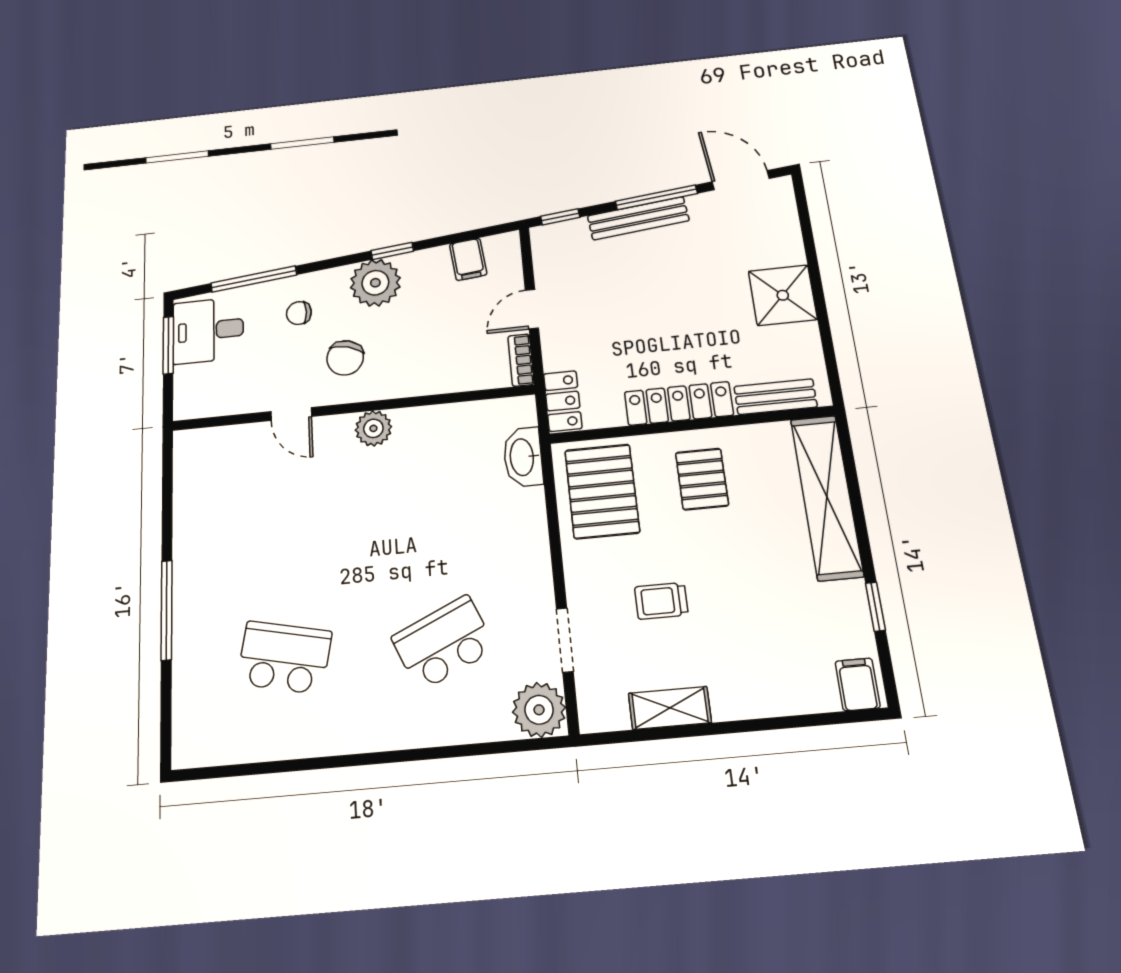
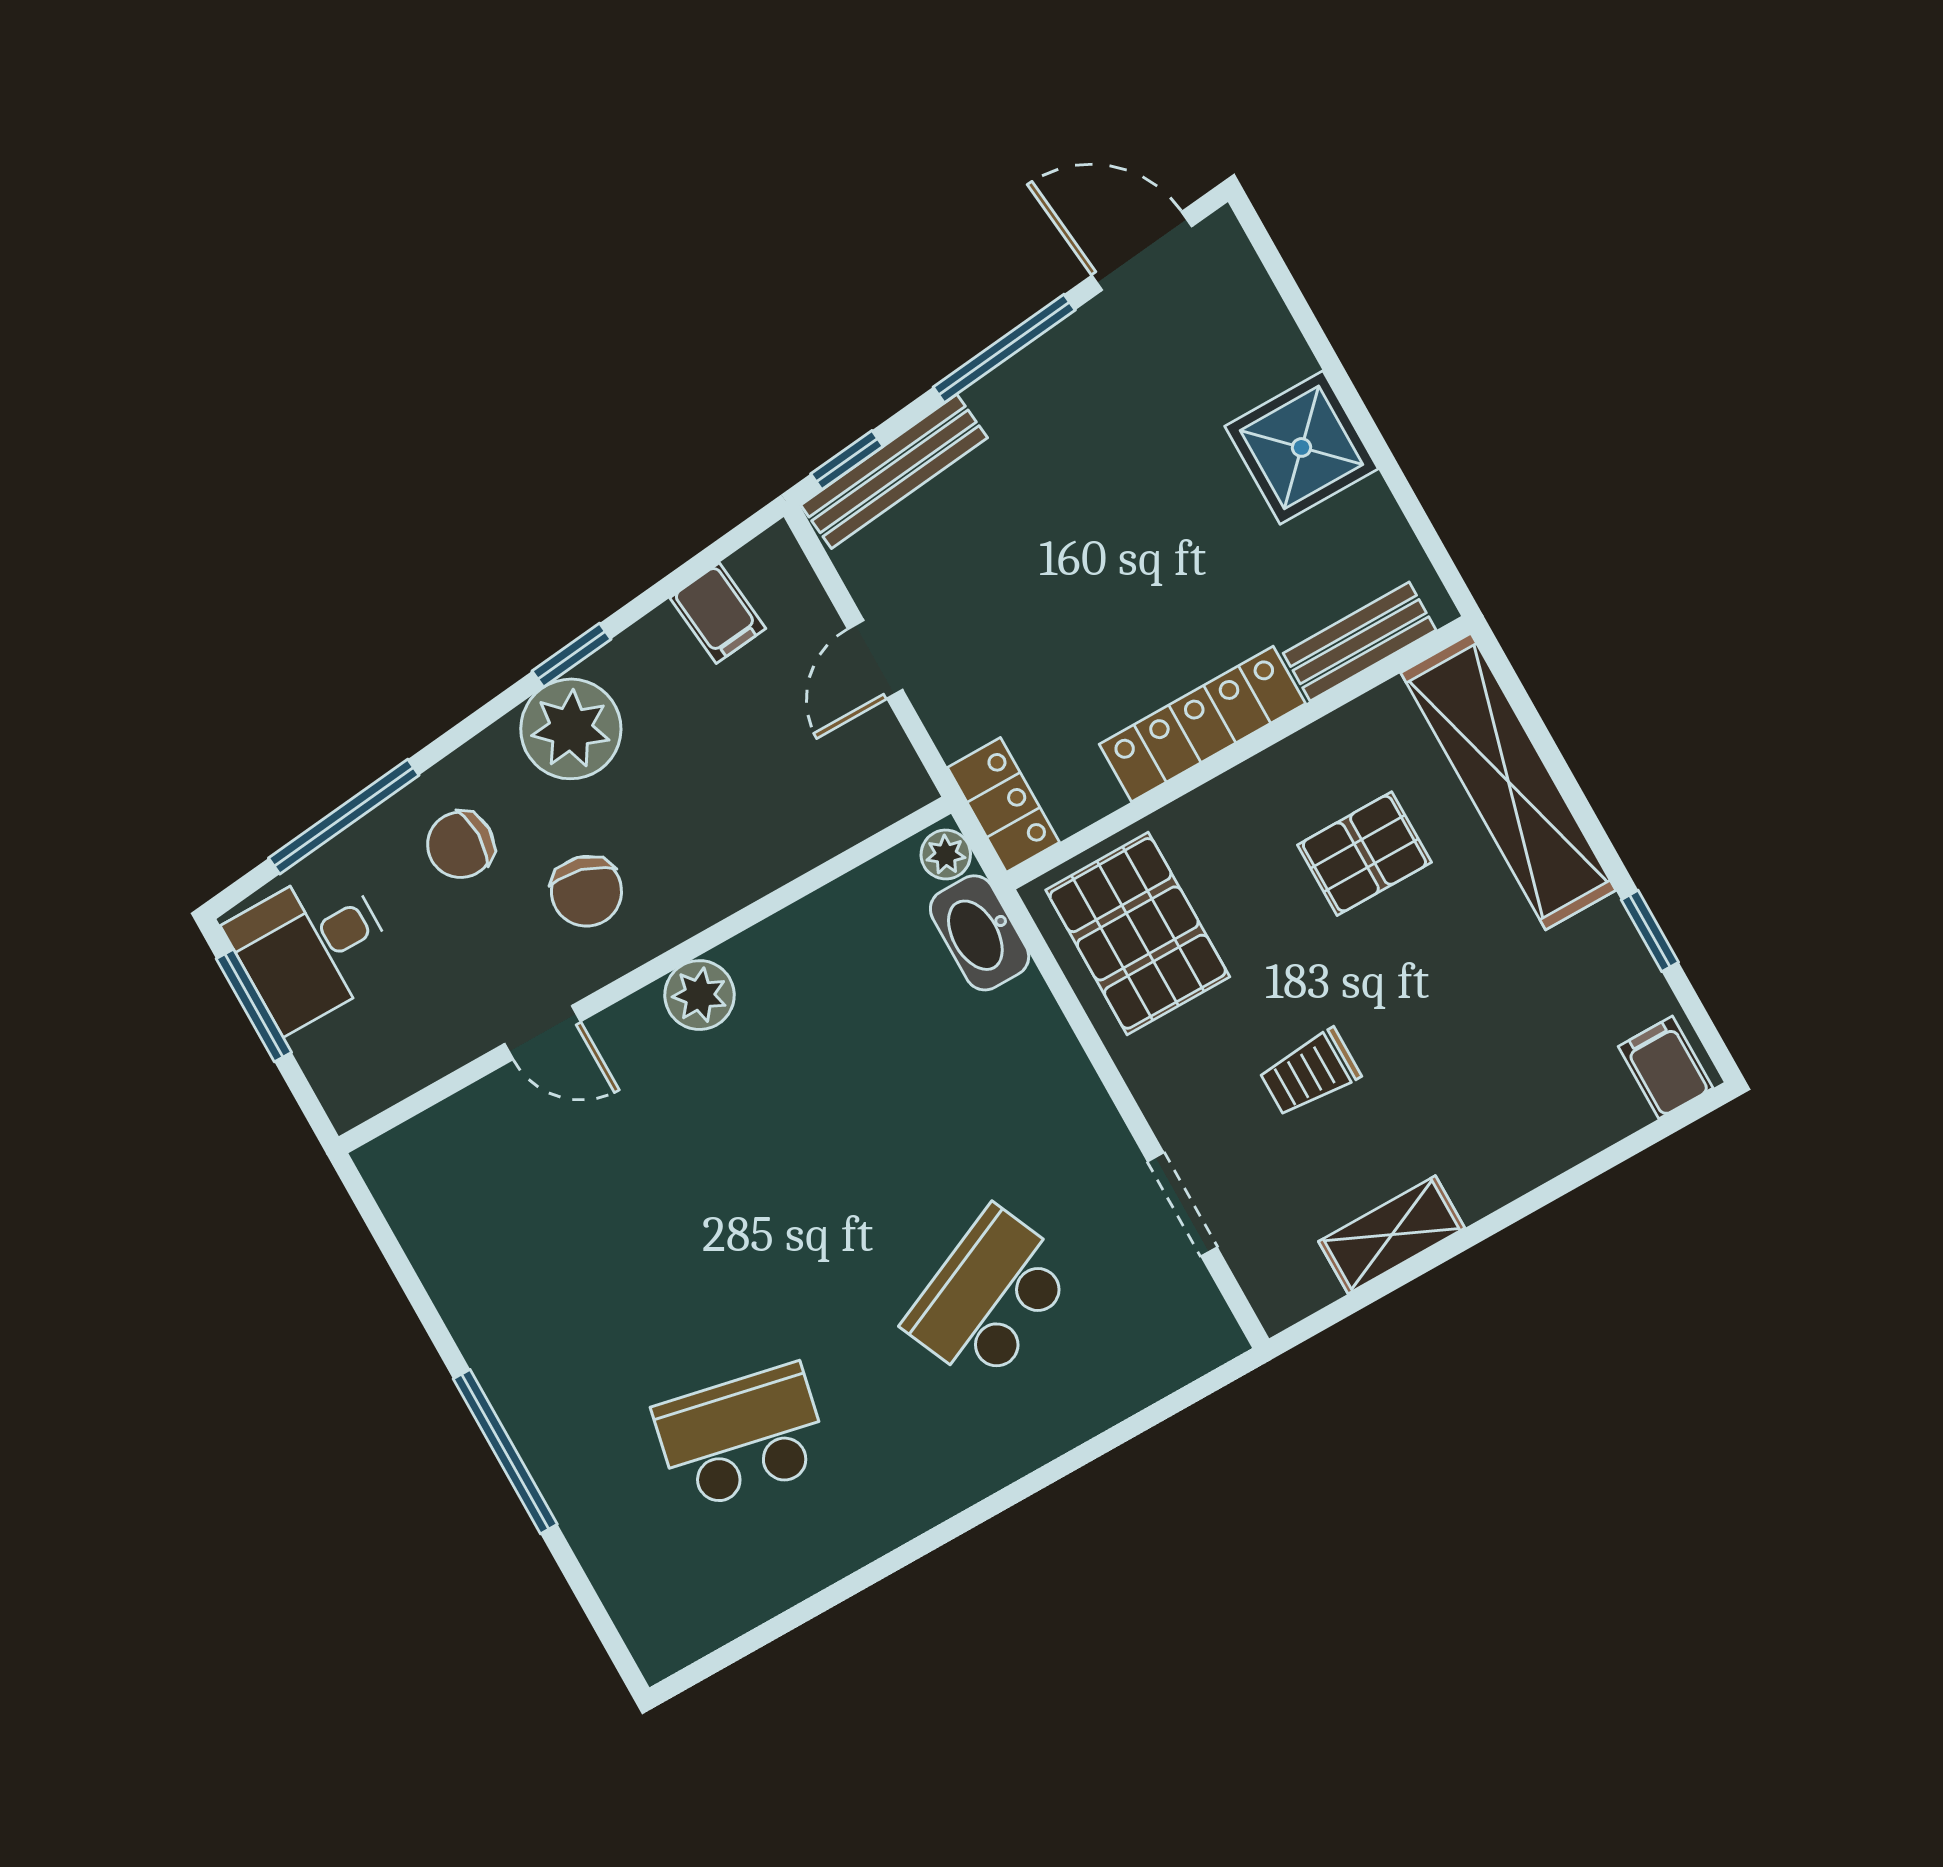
bench: (638, 218) -> (894, 471), moved
chair: (299, 313) -> (461, 845), width x1.37, depth x1.37
bookcase: (521, 360) -> (898, 762), removed
pallet: (702, 479) -> (1364, 854), moved, turned 90
plant: (539, 710) -> (946, 855), moved, width x0.53, depth x0.53

